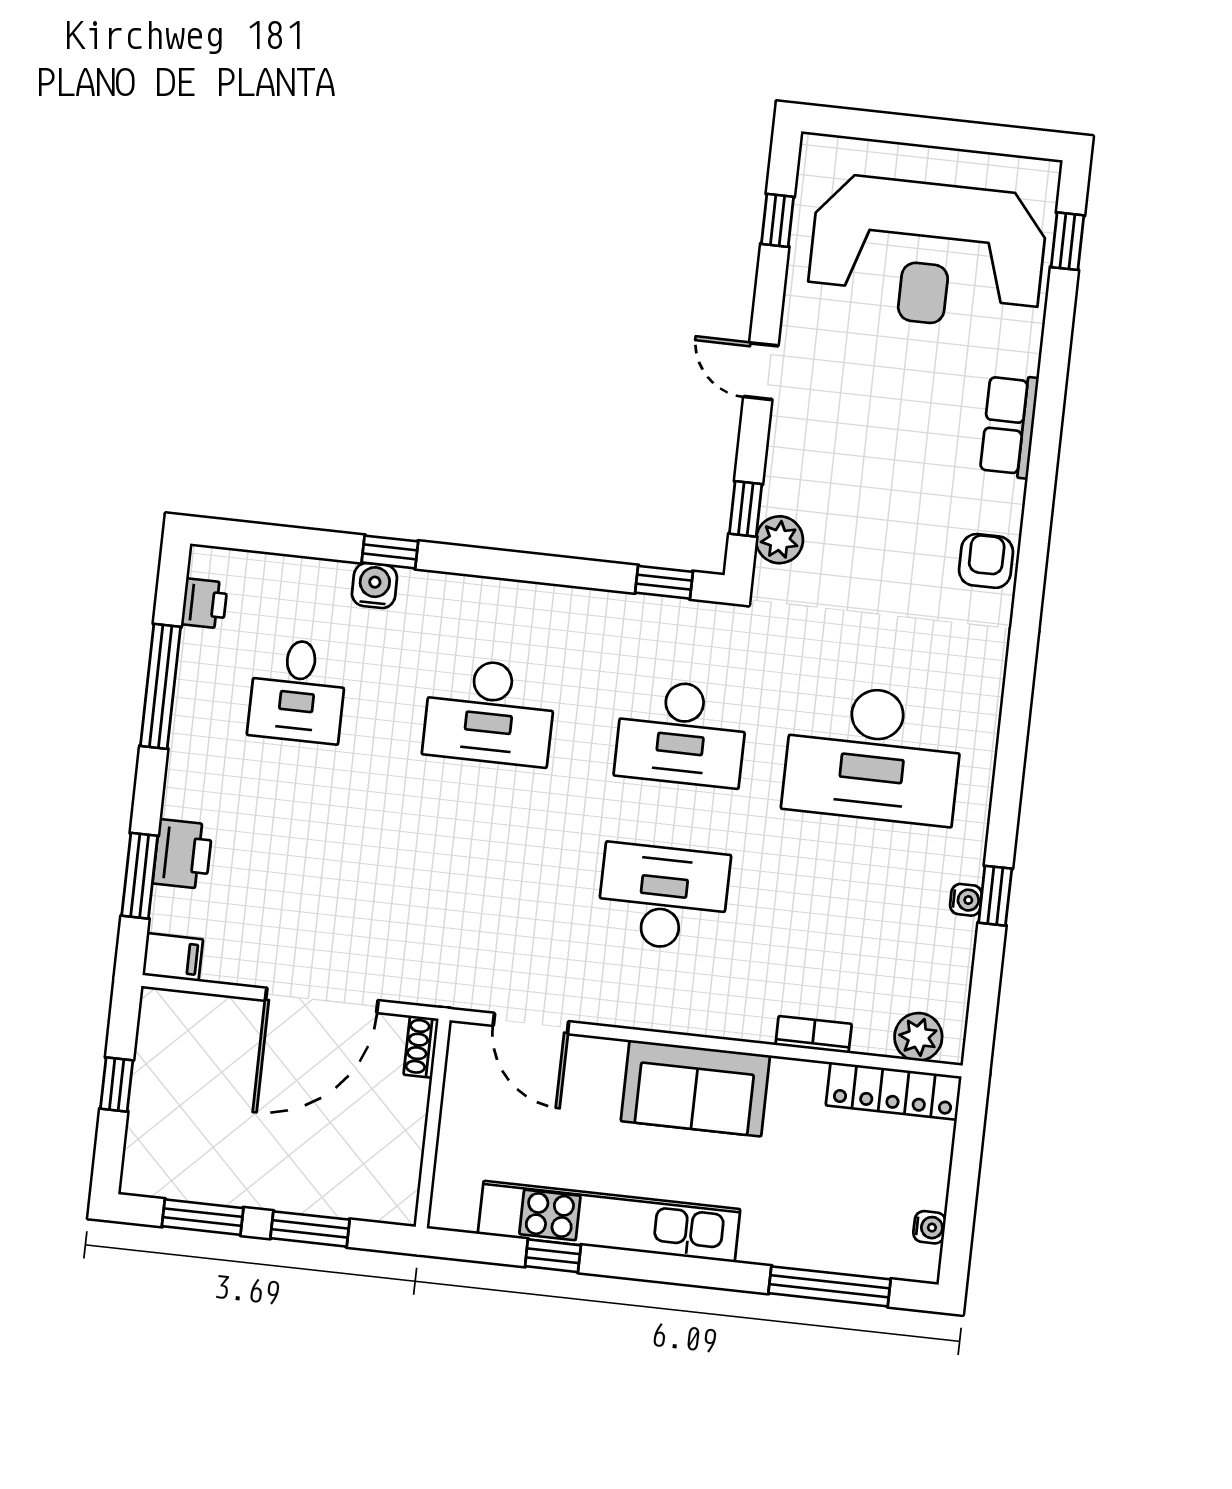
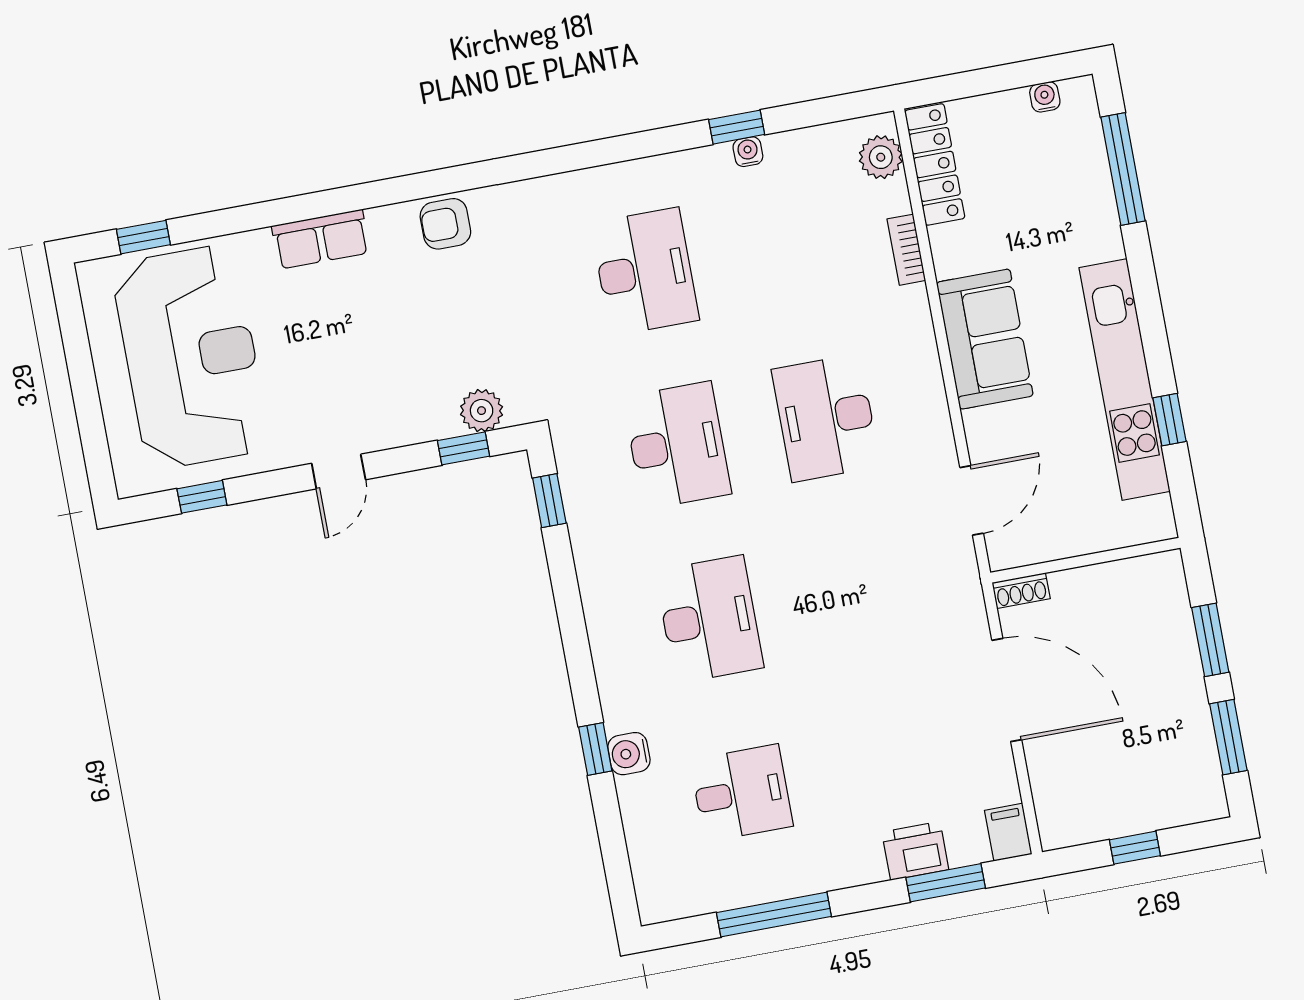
printer: (204, 604) -> (690, 898), removed
desk: (873, 754) -> (645, 272), width x0.73, depth x0.77

